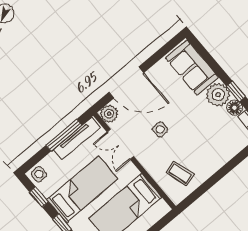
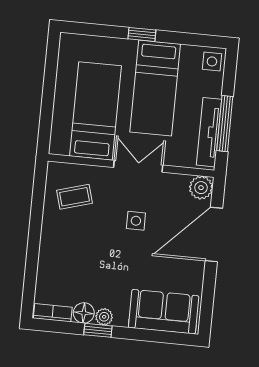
plant: (218, 95) -> (104, 317), width x0.53, depth x0.53
double door: (120, 144) -> (138, 166), moved
window: (39, 197) -> (190, 39), removed

